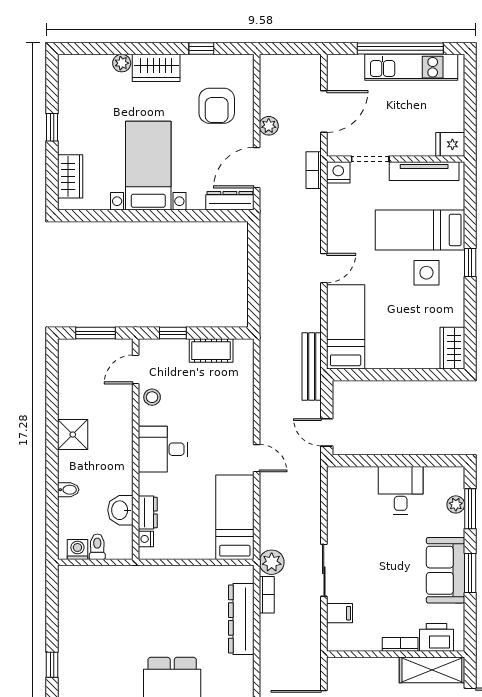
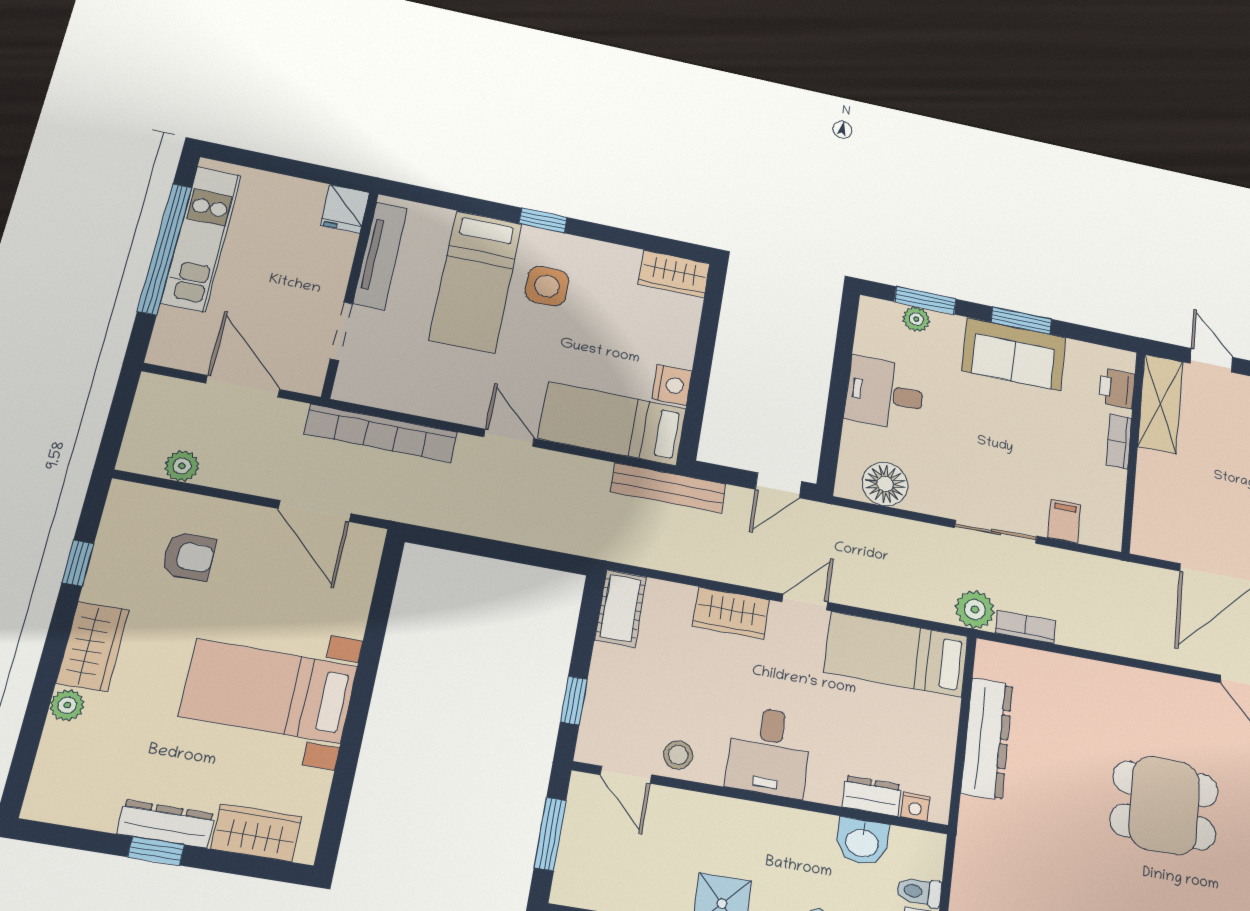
armchair: (217, 106) -> (189, 556), width x0.72, depth x0.72
plant: (269, 126) -> (182, 466), moved
bookcase: (314, 170) -> (381, 433), width x2.31, depth x1.31
nightstand: (338, 172) -> (672, 385), moved, turned 180
dresser: (230, 201) -> (166, 824), moved, turned 90
cot: (211, 351) -> (621, 608), moved
wardrobe: (242, 415) -> (731, 613), added
floor lamp: (341, 498) -> (885, 484), added
dresser: (241, 619) -> (987, 739), moved, turned -90
printer: (436, 637) -> (1117, 388), width x0.73, depth x0.81

